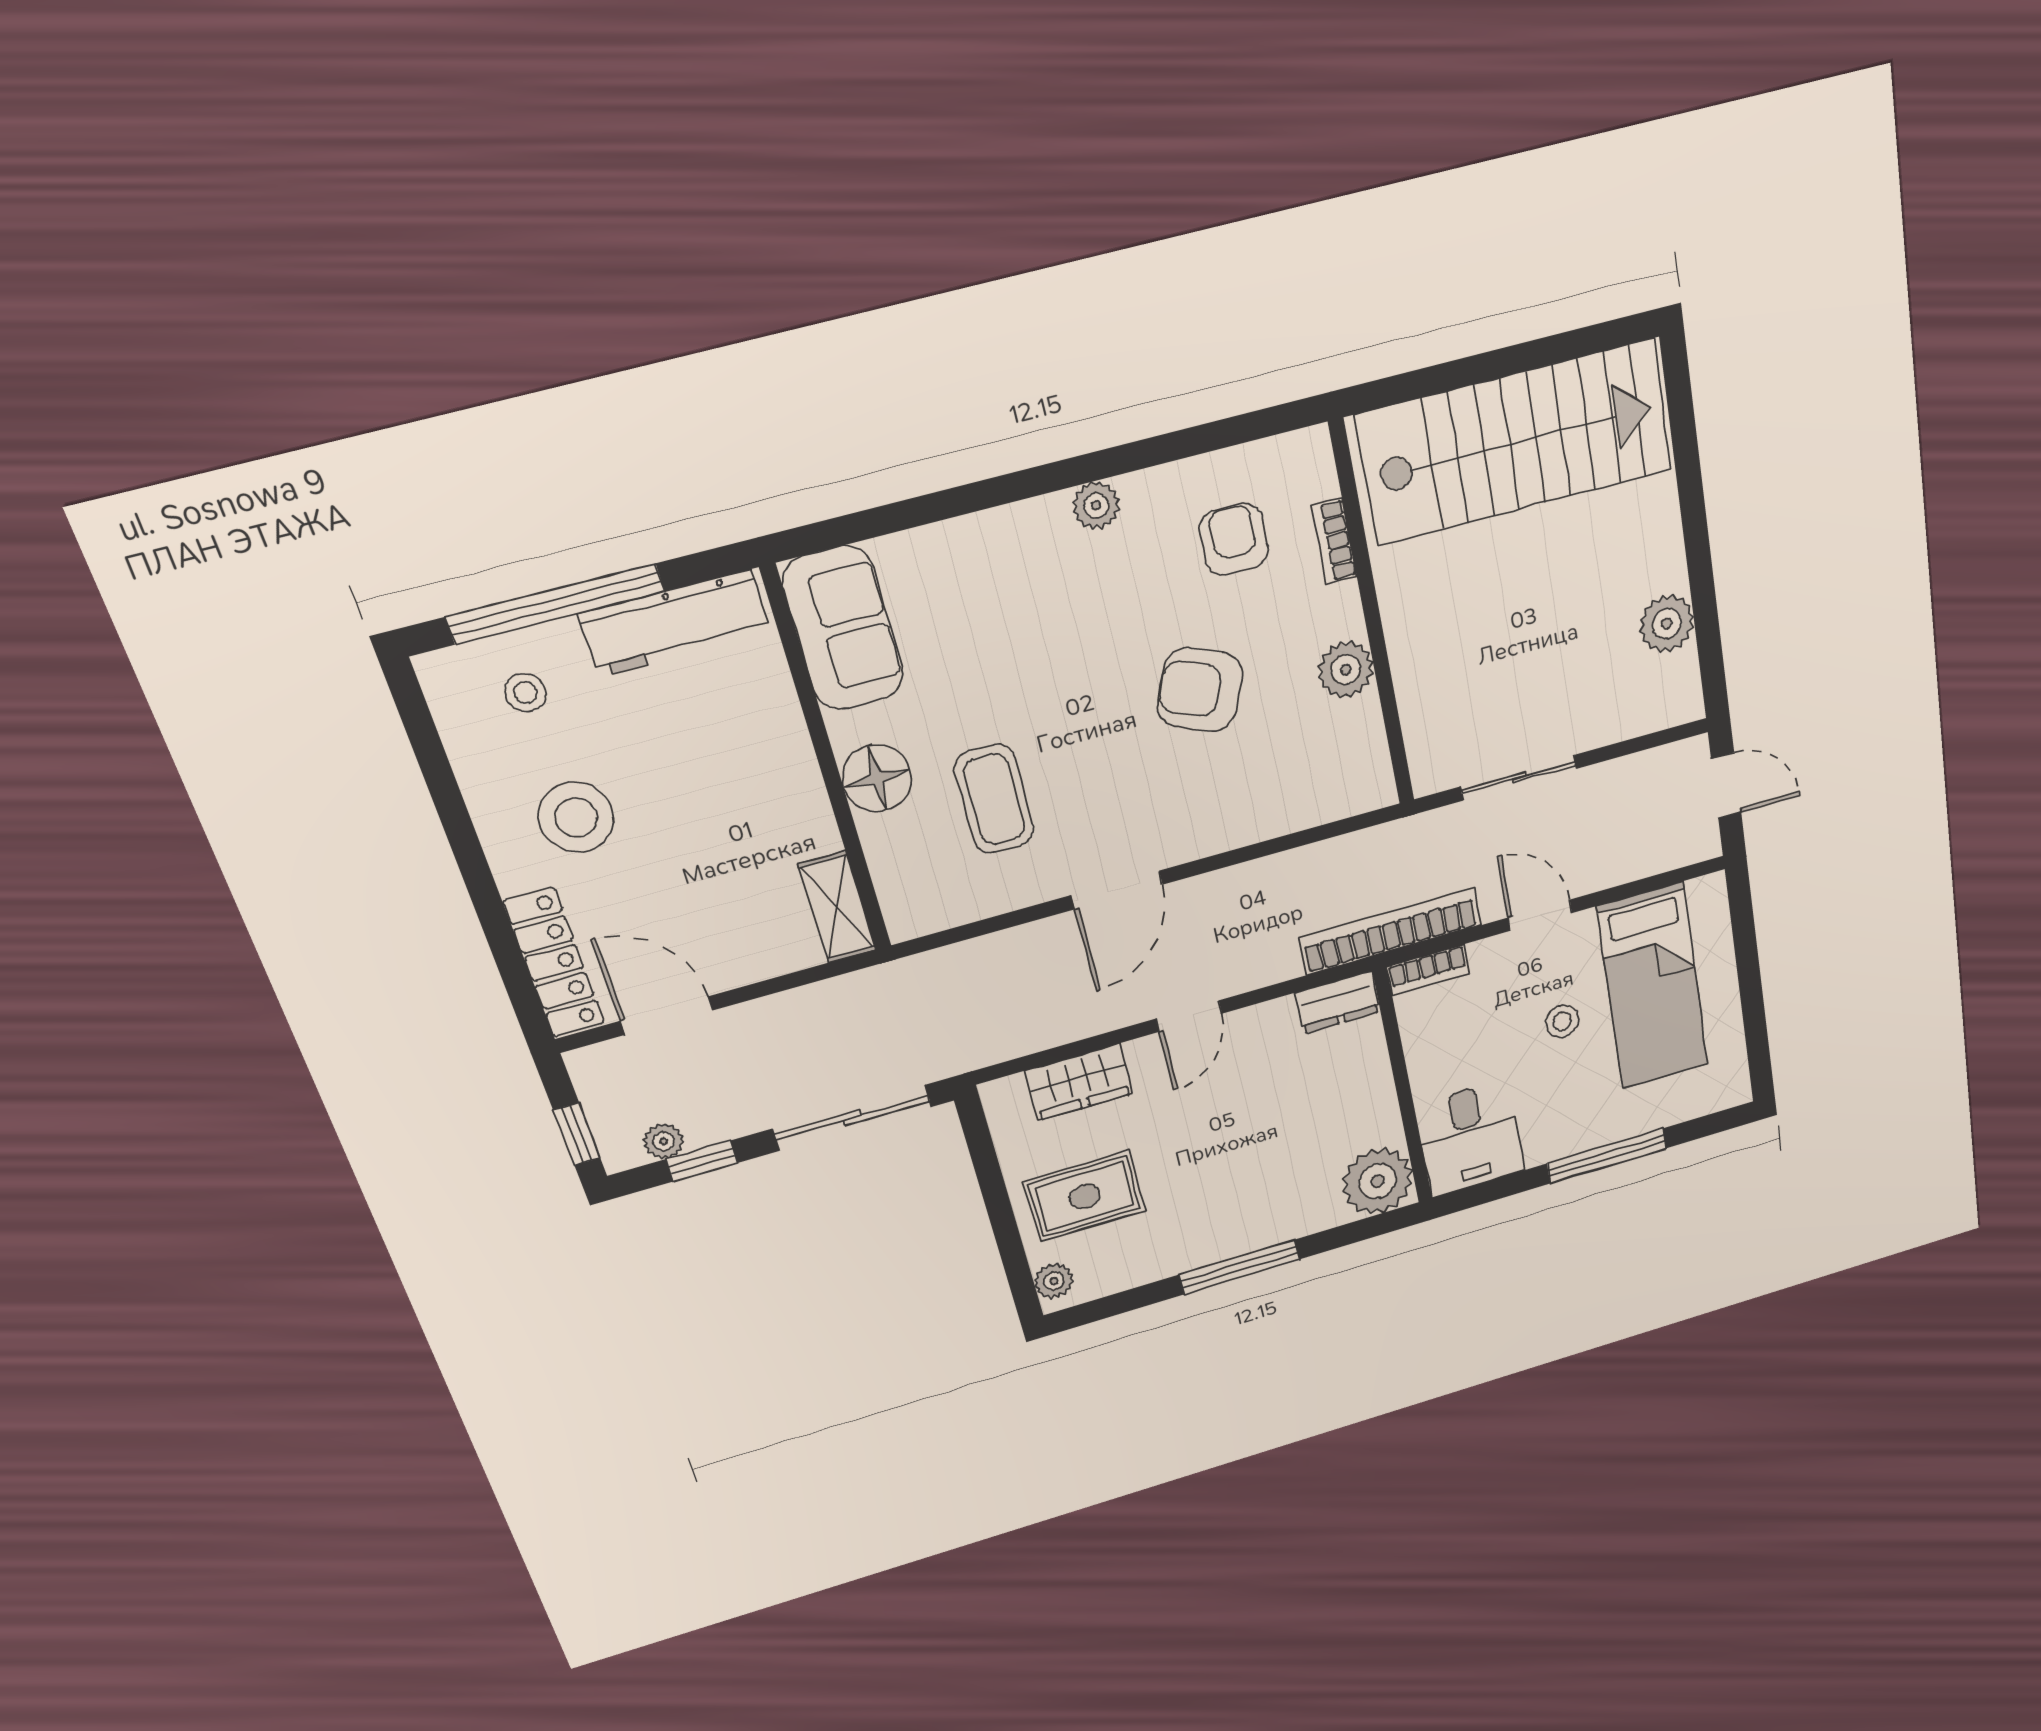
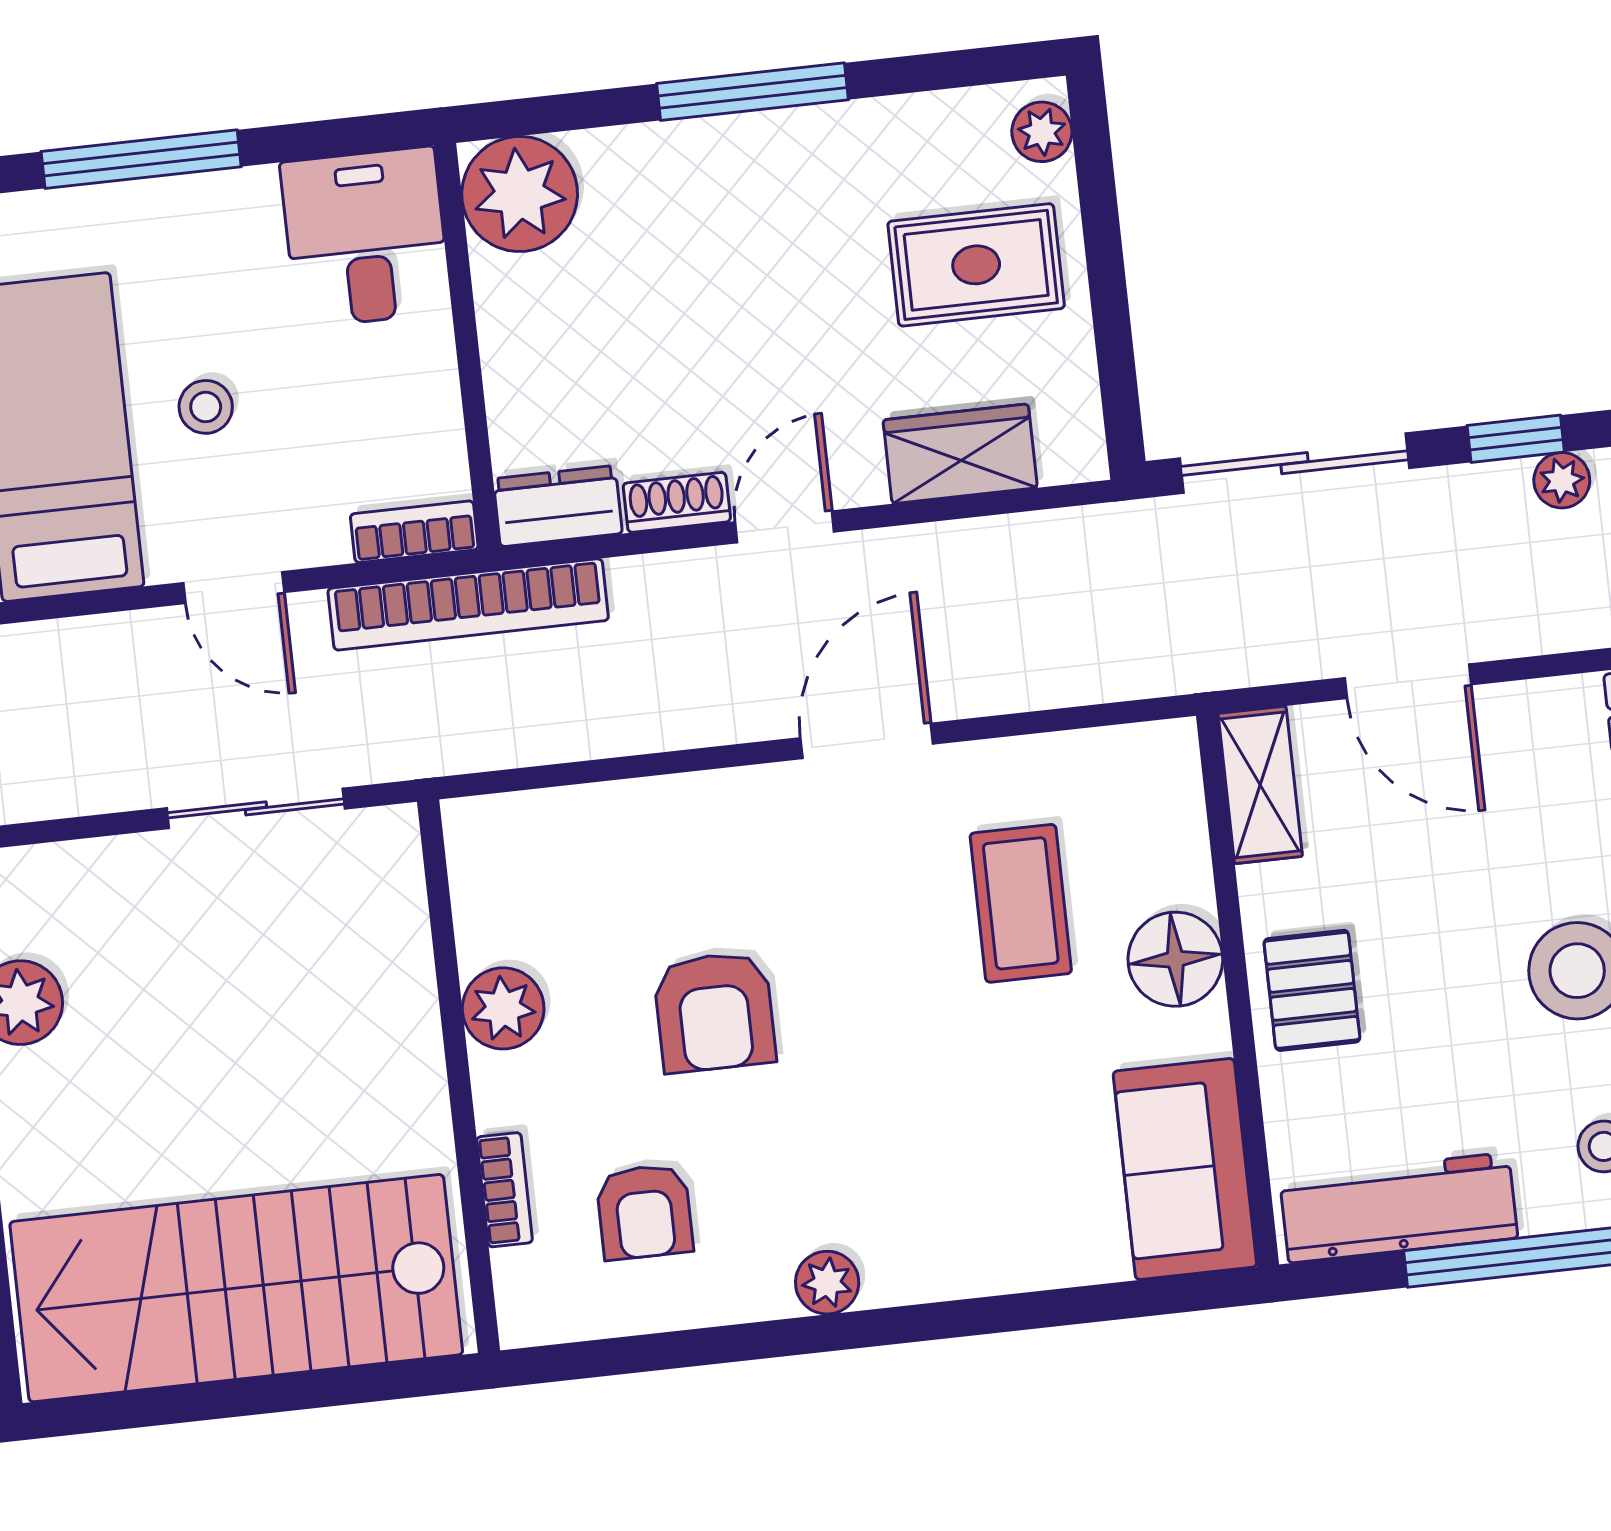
armchair: (1200, 690) -> (715, 1012), turned 67
pallet: (773, 772) -> (1312, 990), added
door: (667, 1016) -> (1408, 681), moved
shoe rack: (1261, 1018) -> (677, 502), added

